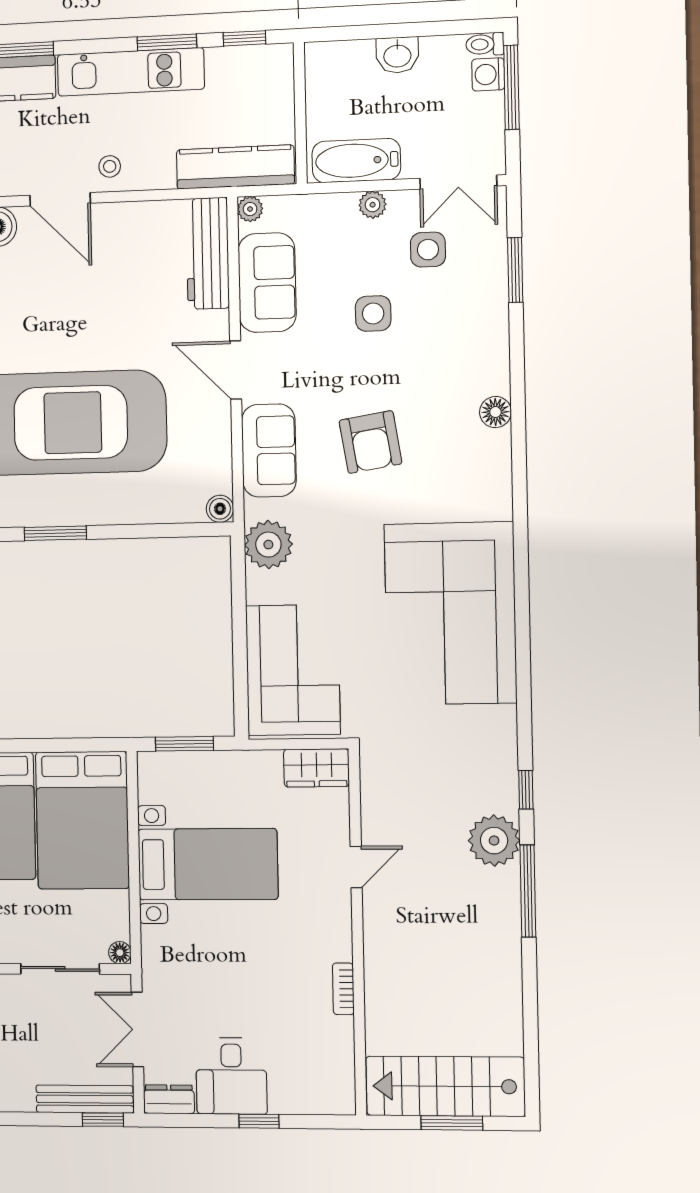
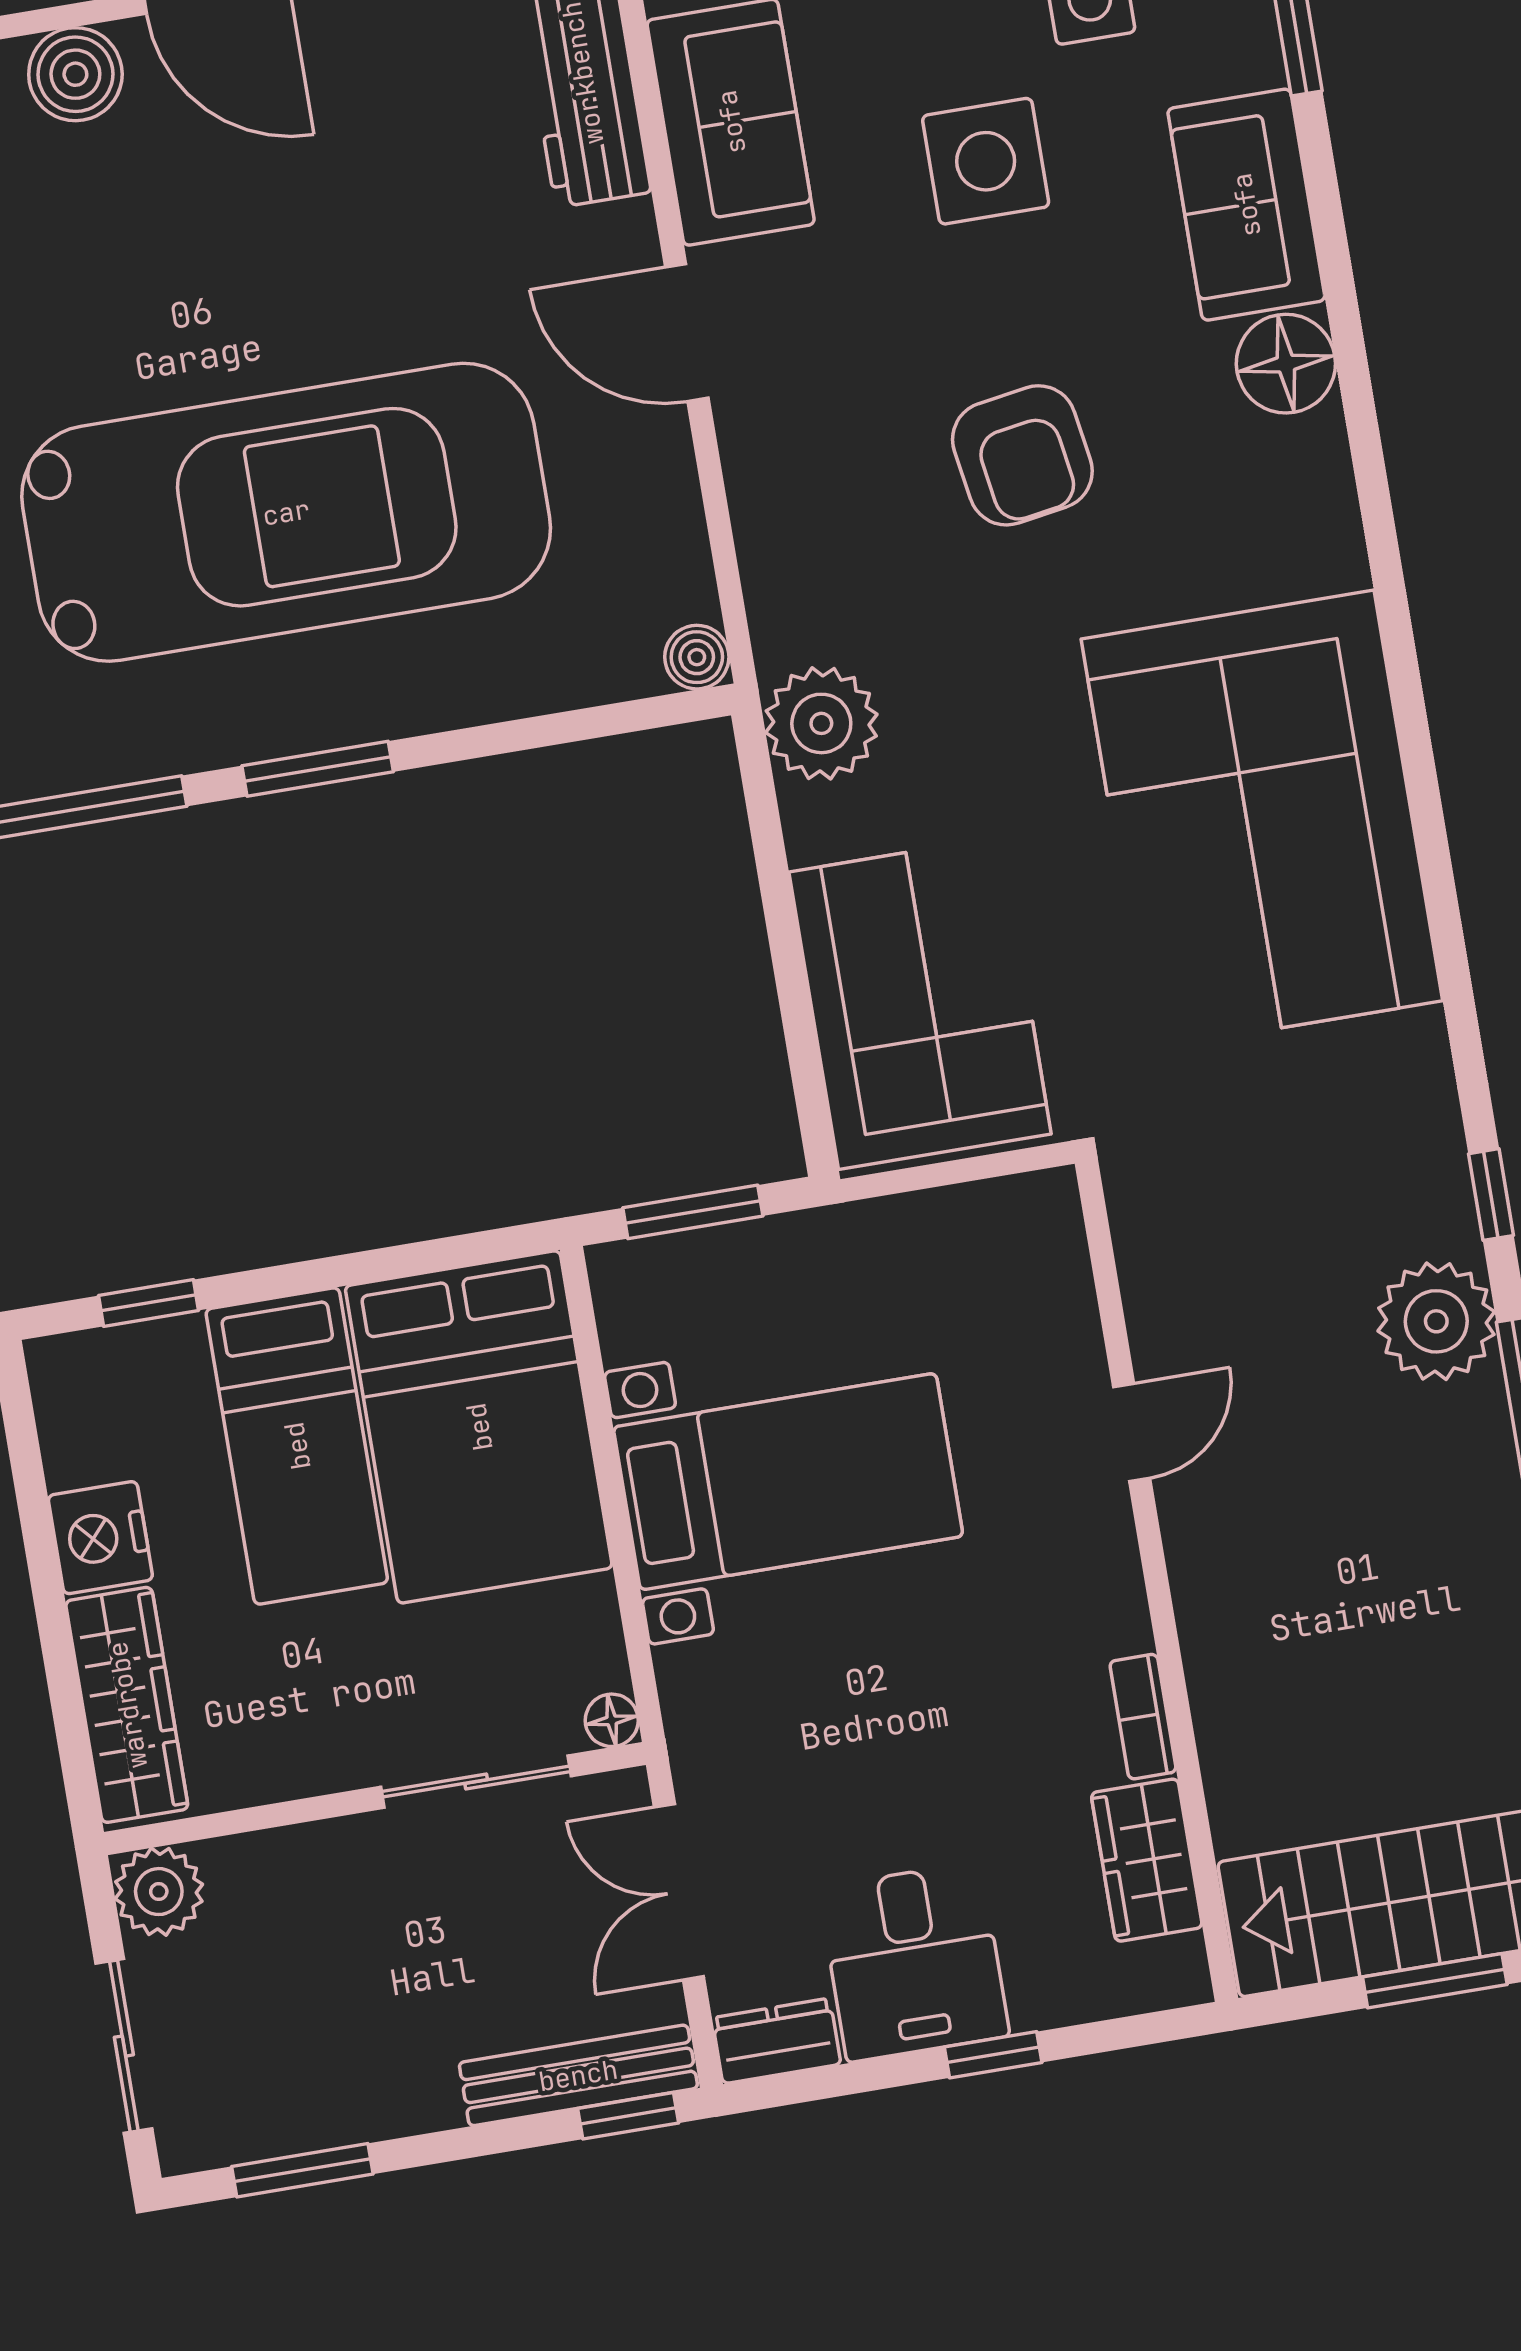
side table: (373, 314) -> (986, 161), width x1.37, depth x1.37
floor lamp: (495, 412) -> (1286, 364), width x1.38, depth x1.38
sofa: (269, 450) -> (1246, 205), moved, turned 180
wardrobe: (316, 768) -> (1147, 1860), moved, turned 90

